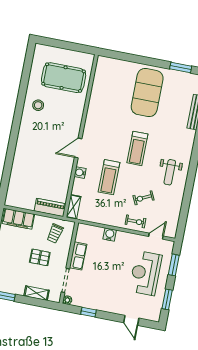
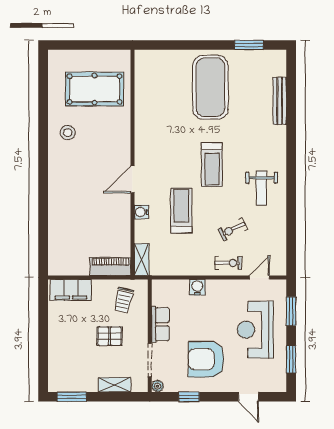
treadmill: (109, 177) -> (181, 211), turned 180
armchair: (106, 288) -> (206, 359), added

